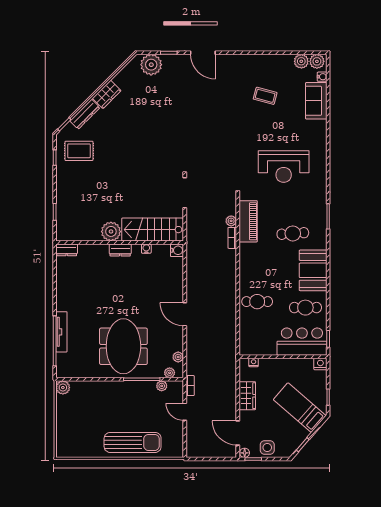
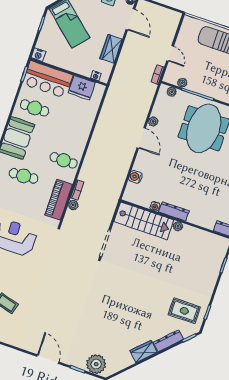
plant: (111, 231) -> (178, 226), width x0.53, depth x0.53
dresser: (120, 250) -> (174, 211), width x1.44
water cooler: (177, 250) -> (135, 177), moved
cafe table: (257, 302) -> (64, 160), moved
fridge: (264, 345) -> (82, 88), added
plant: (178, 357) -> (153, 121), moved

